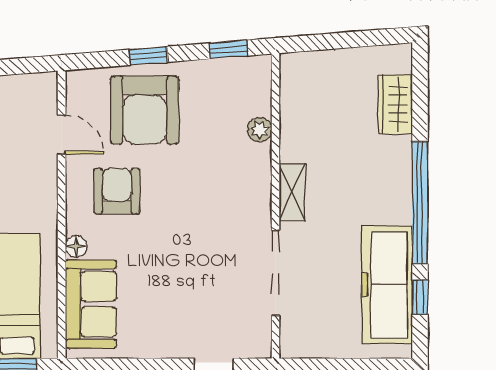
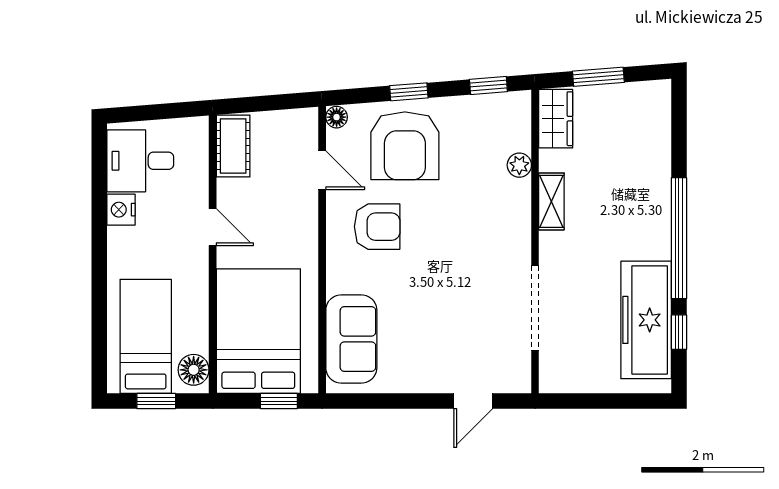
window: (339, 41) -> (598, 77), added
wardrobe: (395, 104) -> (556, 119), moved, turned 180
armchair: (117, 191) -> (377, 227), turned 90
shelving: (292, 192) -> (551, 201), moved
floor lamp: (76, 247) -> (337, 117), moved

